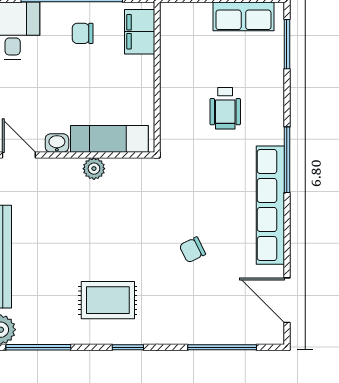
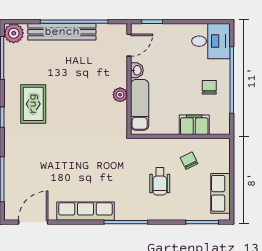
filing cabinet: (140, 32) -> (194, 125), moved
wheelchair: (225, 108) -> (160, 181), turned -90
row of seats: (270, 205) -> (86, 211), width x0.73
chair: (192, 250) -> (189, 161), moved

